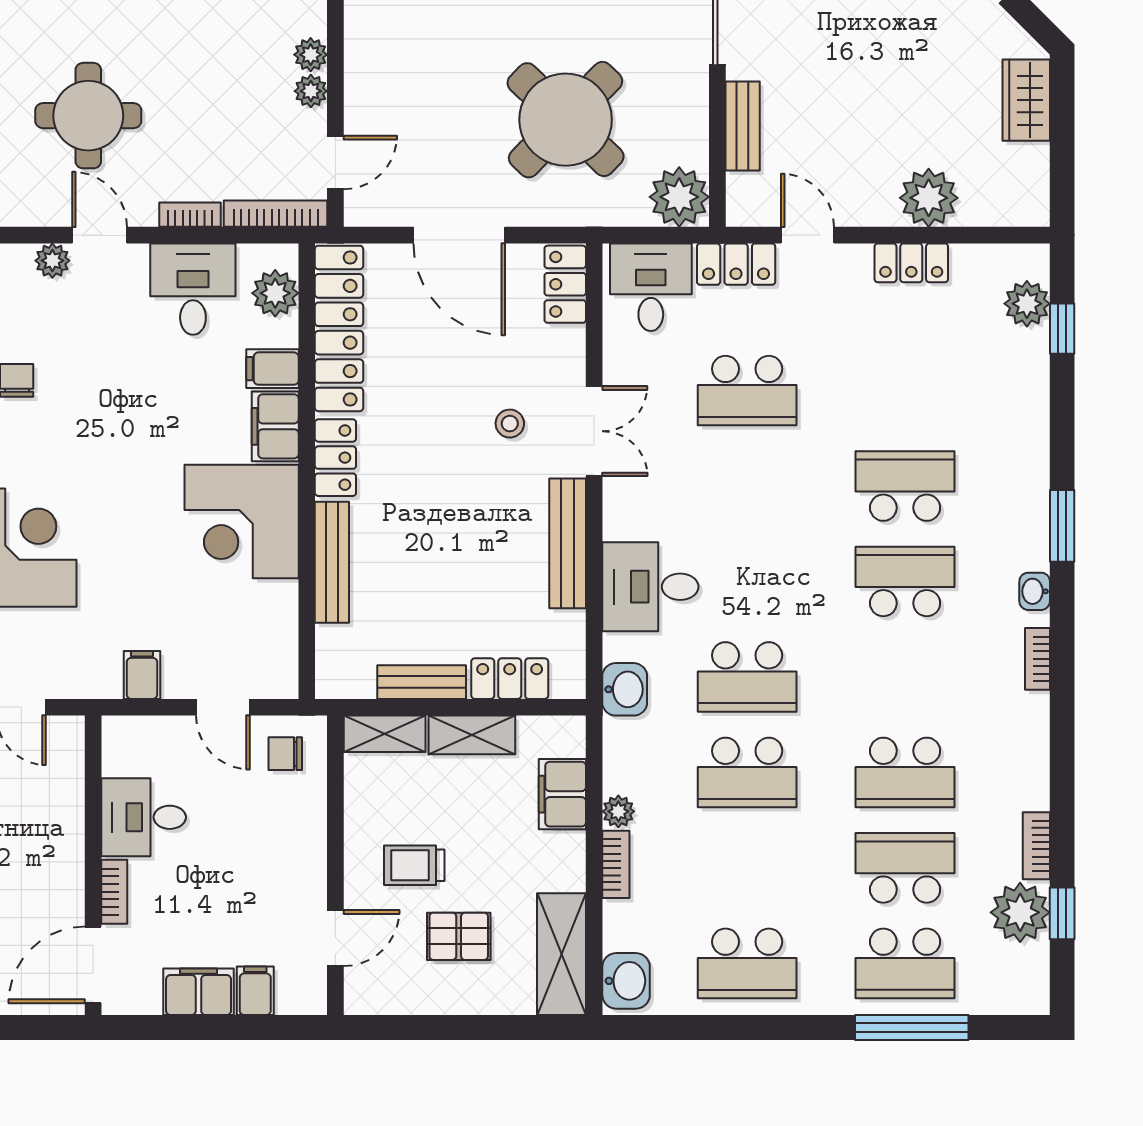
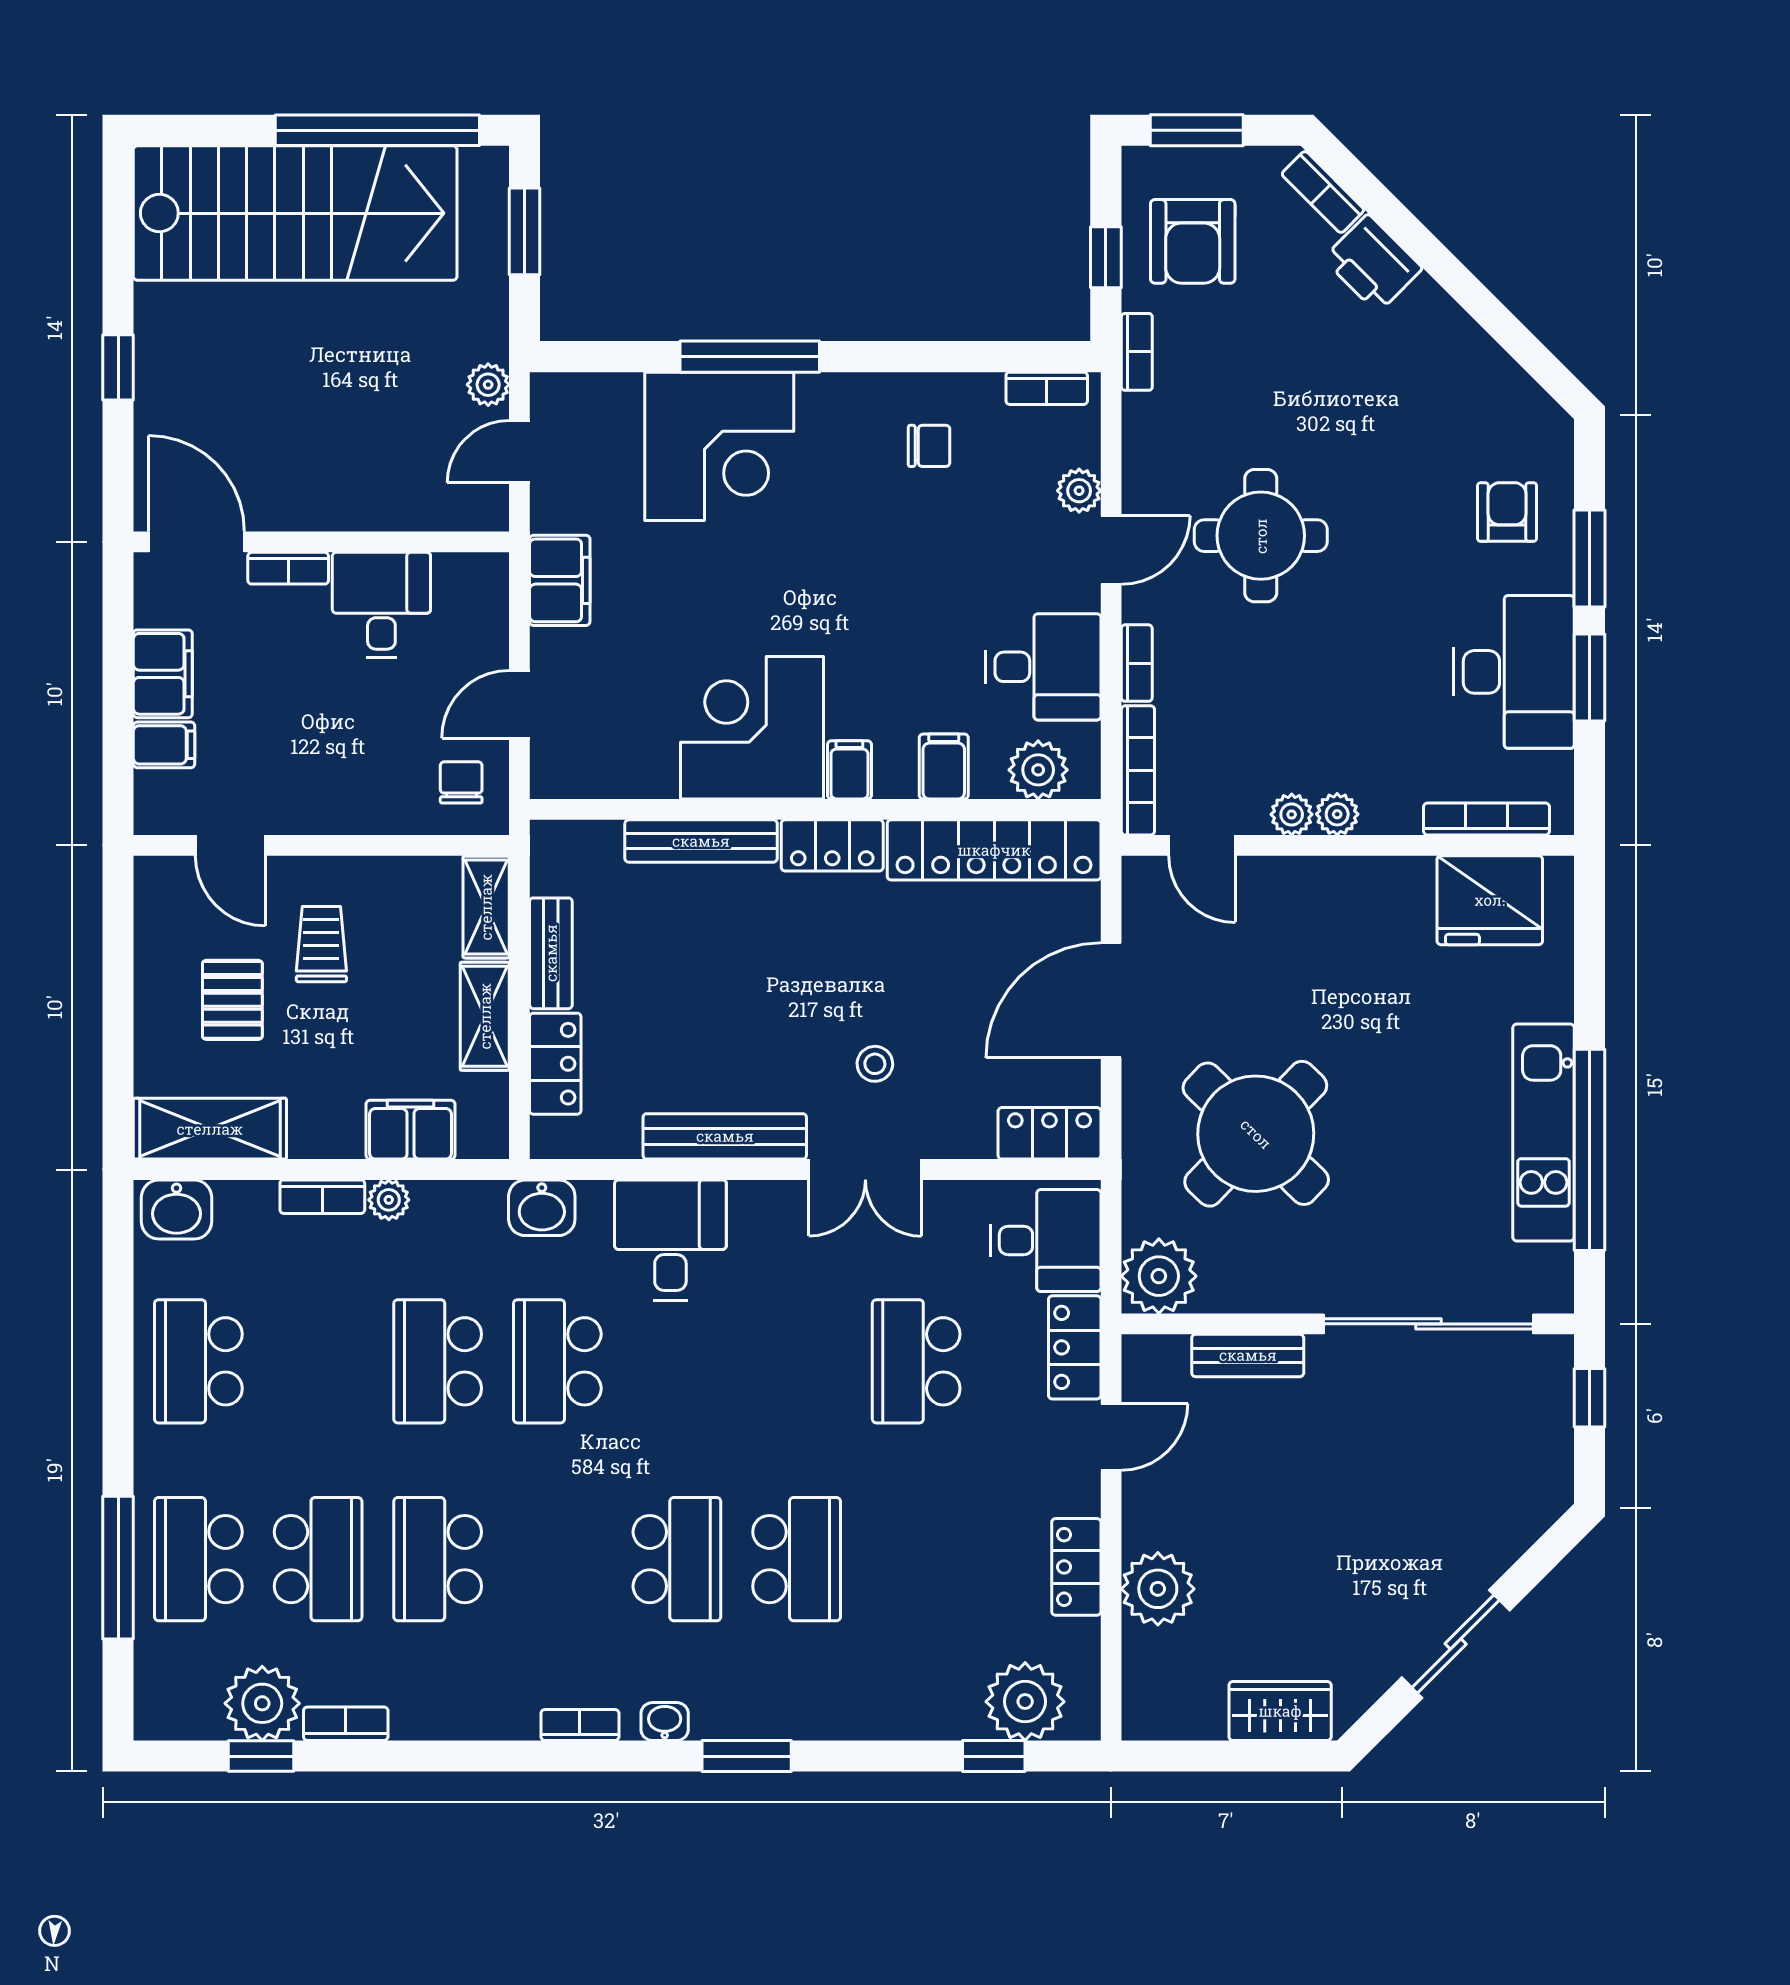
plant: (1027, 304) -> (1025, 1702), width x1.36, depth x1.36
filing cabinet: (275, 426) -> (849, 770), width x0.50
filing cabinet: (142, 675) -> (560, 580), width x2.00

